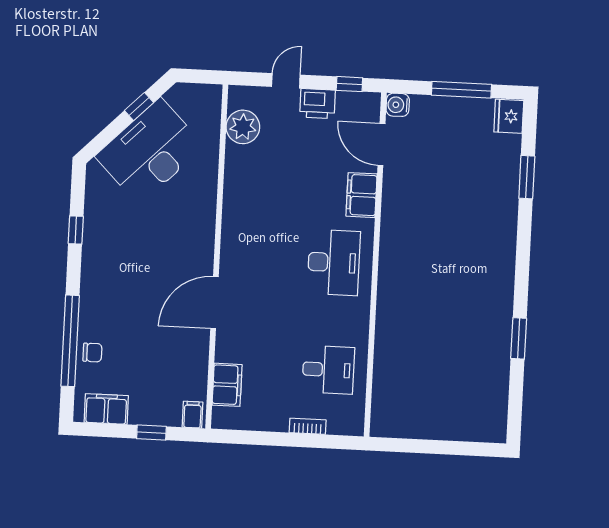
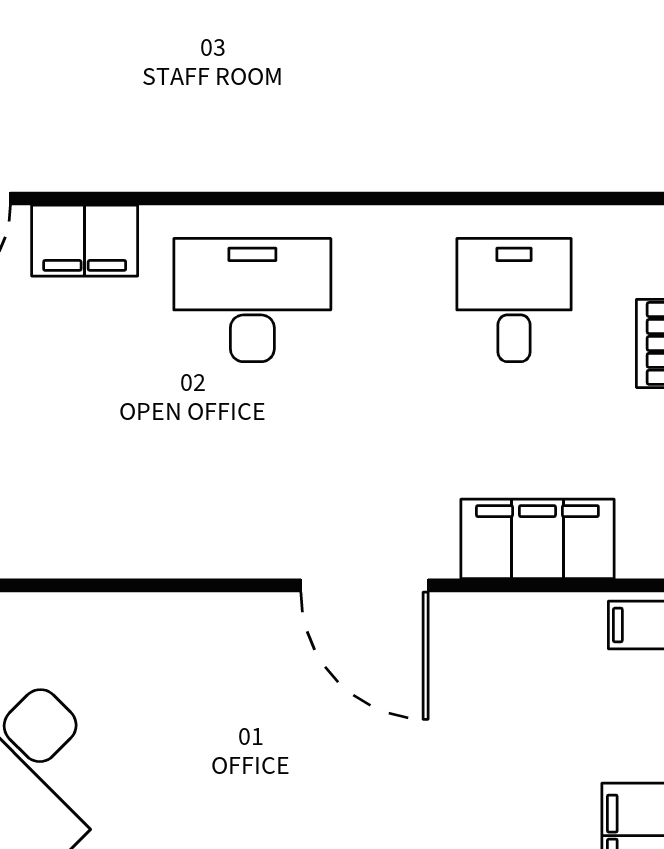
filing cabinet: (227, 385) -> (537, 539), width x1.50, depth x1.17

